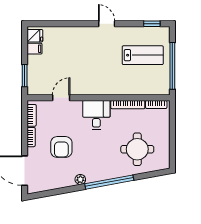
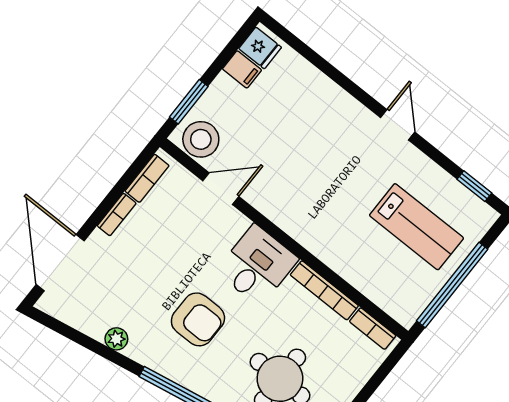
stool: (40, 86) -> (201, 139), added
armchair: (61, 147) -> (198, 319), moved, turned -90
plant: (80, 179) -> (116, 339), moved

